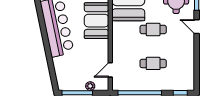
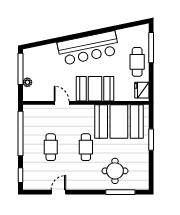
door: (197, 27) -> (58, 192), moved
door: (110, 70) -> (62, 103), moved

